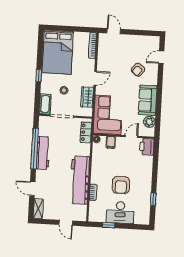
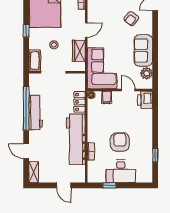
locker: (86, 132) -> (80, 102), moved
door: (132, 137) -> (128, 90), hinge flipped
armchair: (121, 185) -> (120, 142), turned 180

